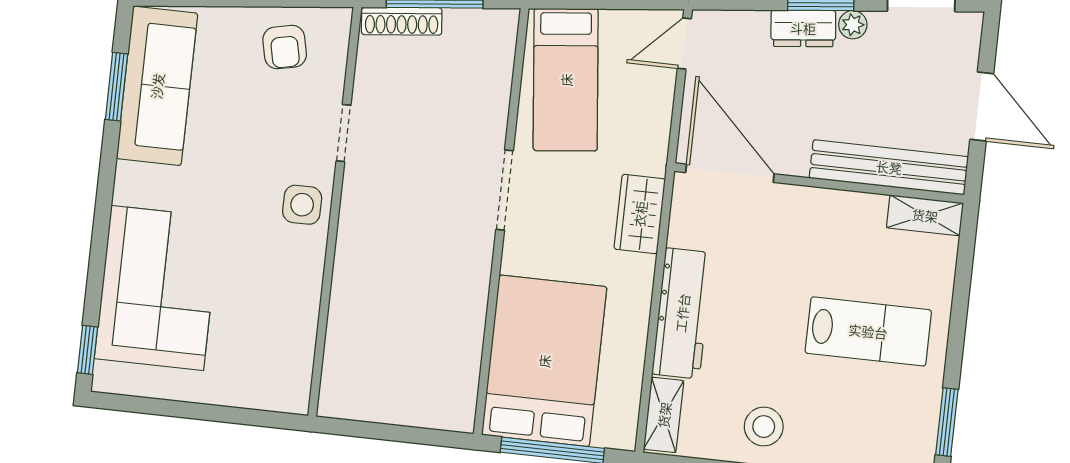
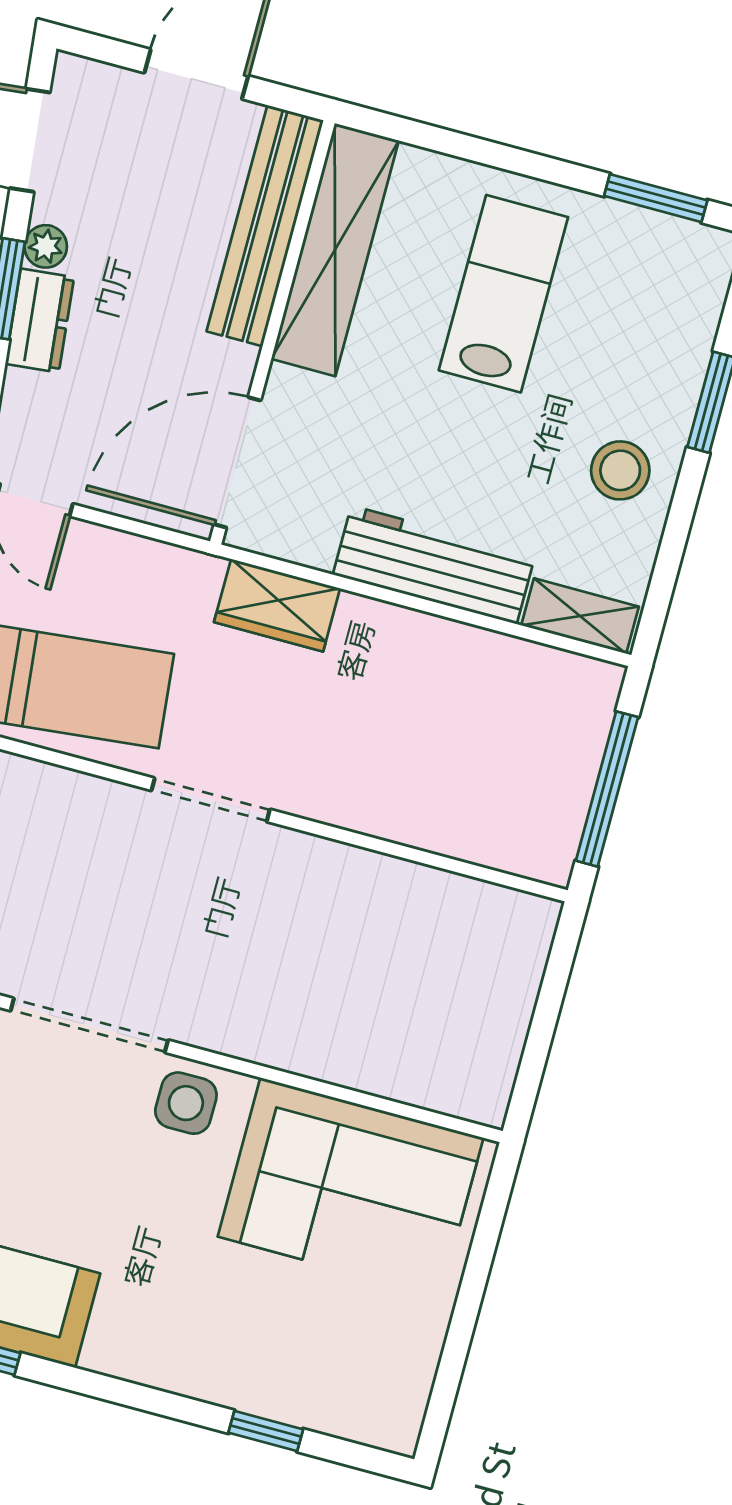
doorway: (343, 133) -> (89, 1025), width x1.87
shelving: (925, 215) -> (335, 250), width x2.20, depth x1.33
corner sofa: (157, 288) -> (351, 1187), moved, turned 180
window: (87, 350) -> (266, 1431), moved
bed: (544, 361) -> (473, 780), removed

